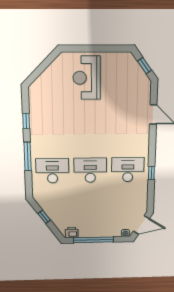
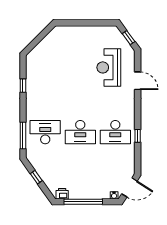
reception desk: (87, 78) -> (109, 67), moved
window: (28, 156) -> (23, 135), moved
desk: (90, 170) -> (80, 132), turned 180
desk: (128, 170) -> (115, 132), turned 180

